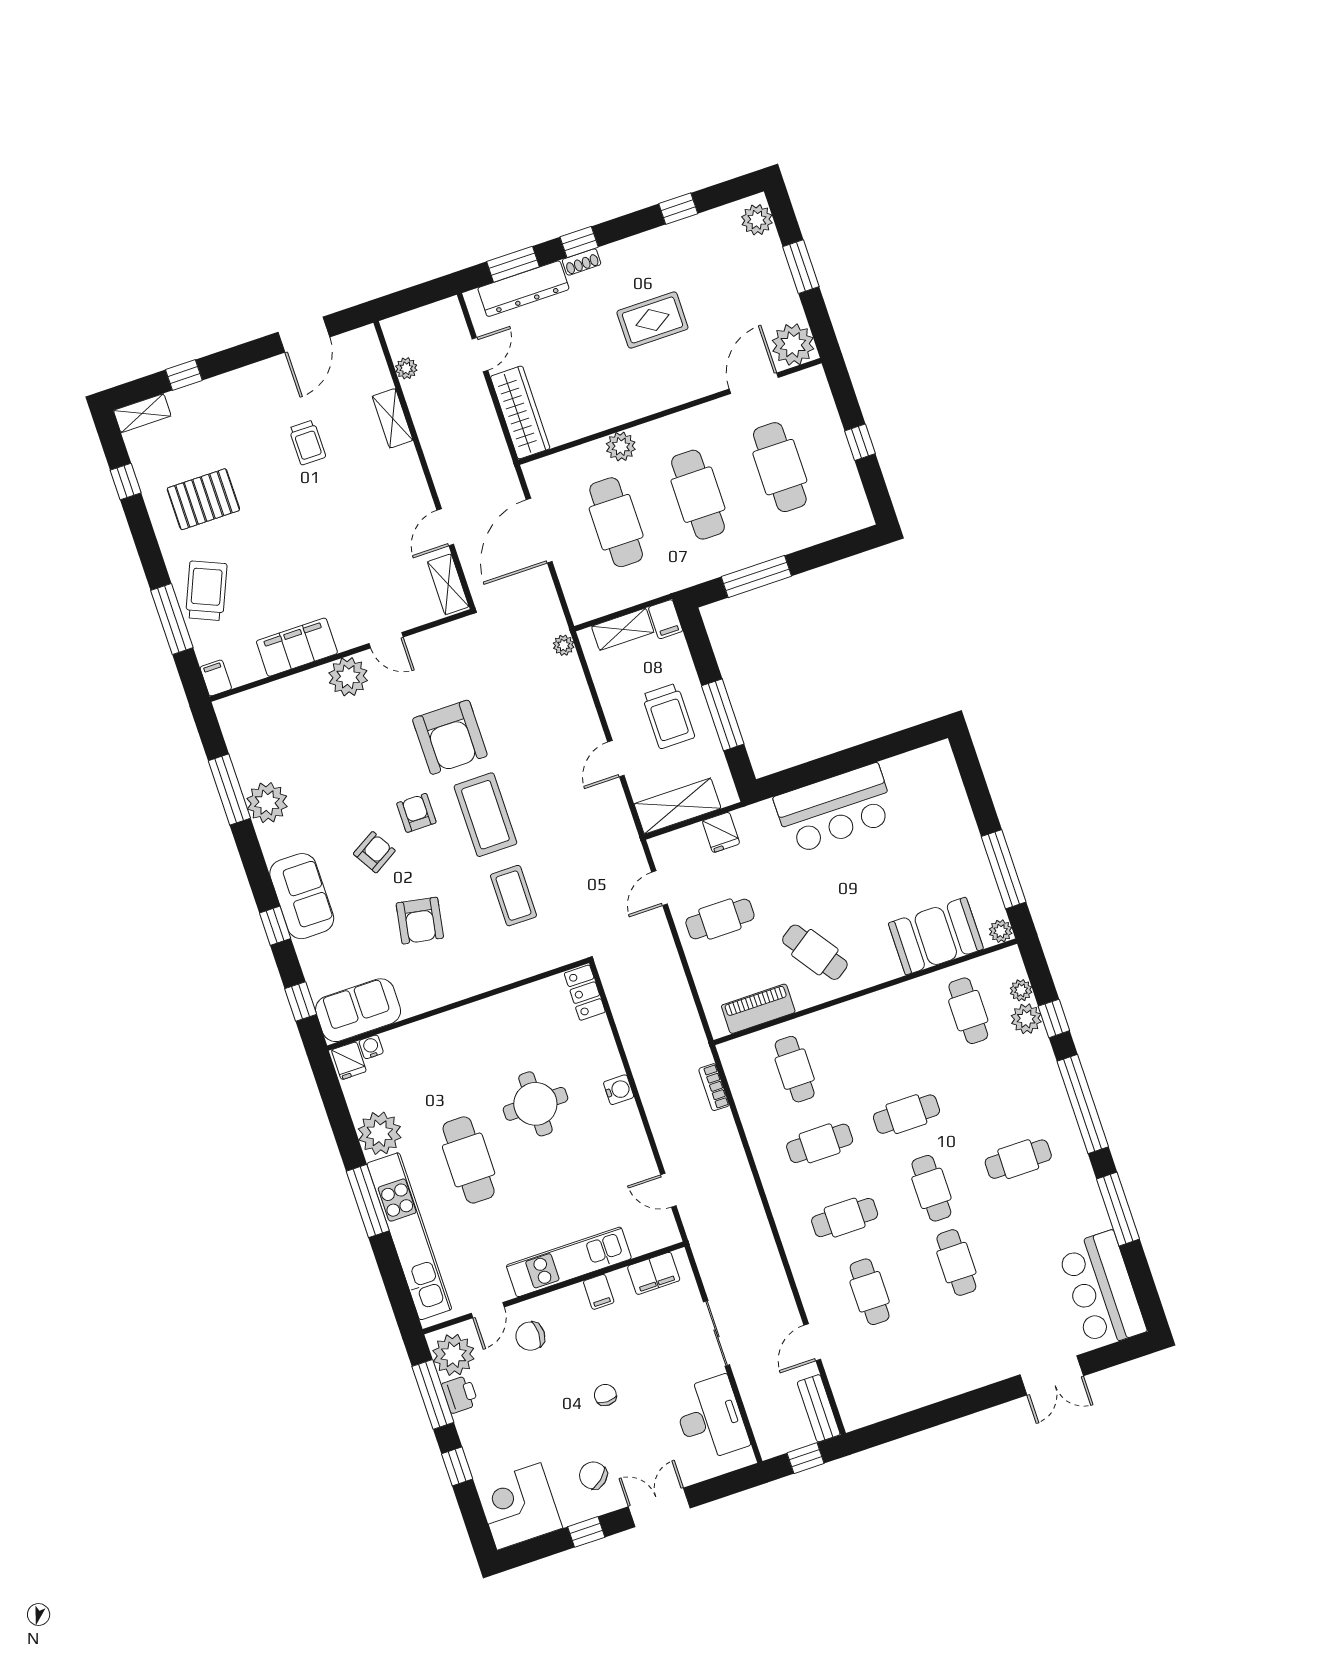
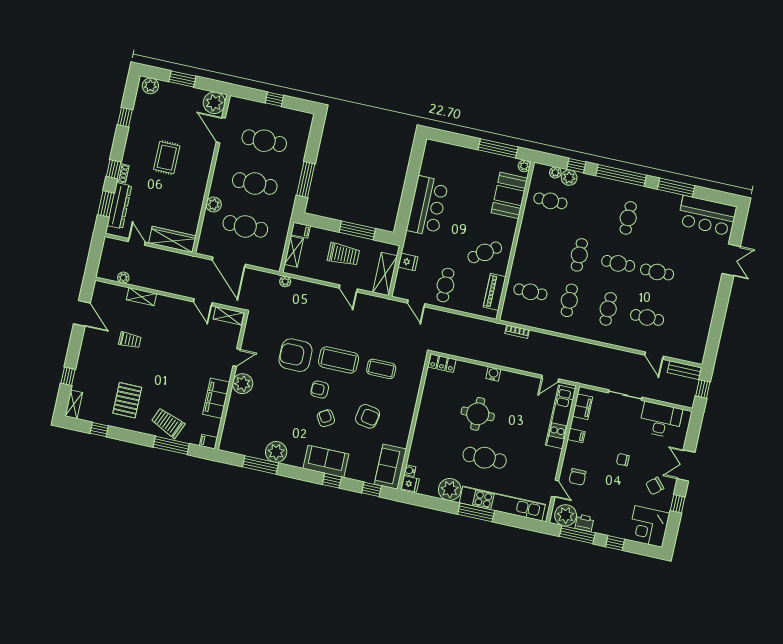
armchair: (450, 737) -> (296, 355), turned 180
kitchen unit: (569, 1262) -> (561, 417), moved

